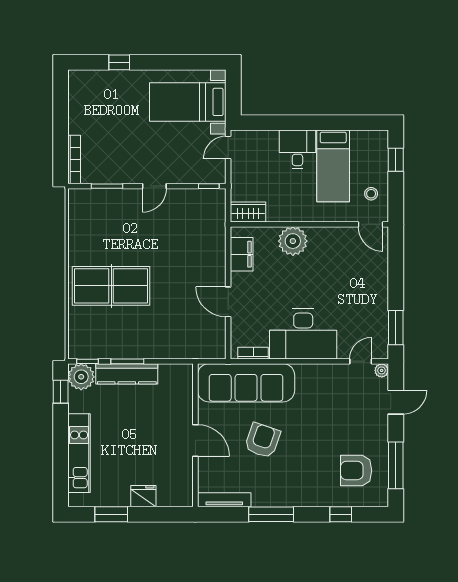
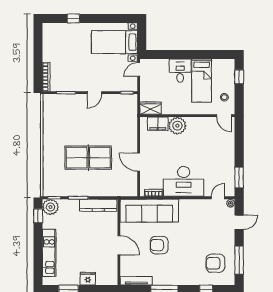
filing cabinet: (242, 254) -> (158, 124), moved, turned 90
table tennis table: (111, 286) -> (88, 158), moved
kitchen counter: (127, 374) -> (98, 205), moved
armchair: (262, 440) -> (159, 245), turned -109

